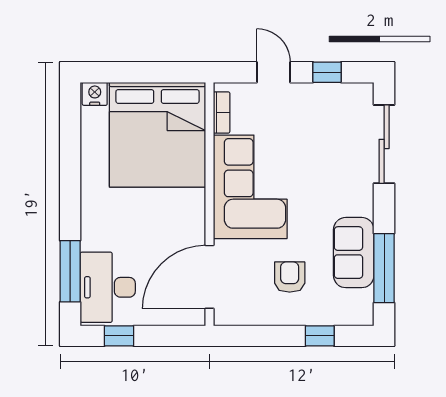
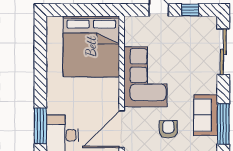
nightstand: (95, 94) -> (55, 23), removed
bookcase: (222, 112) -> (129, 33), removed

